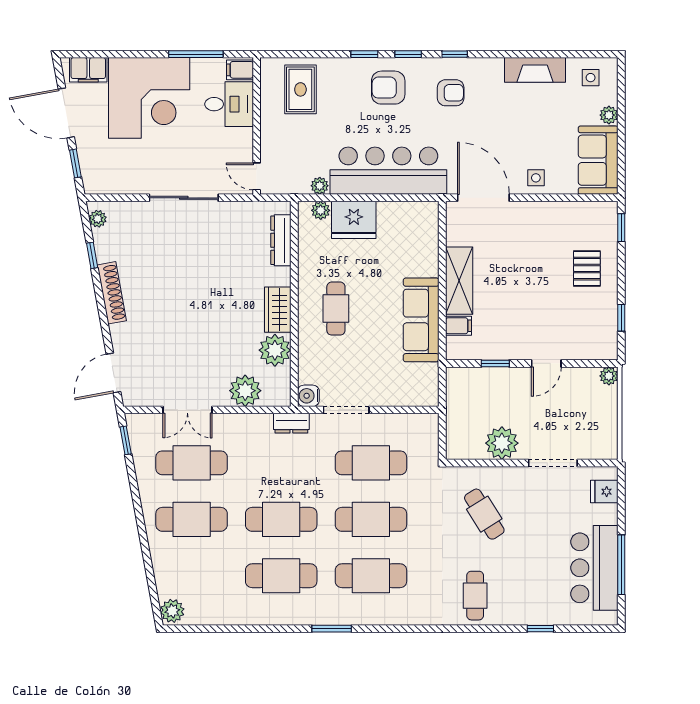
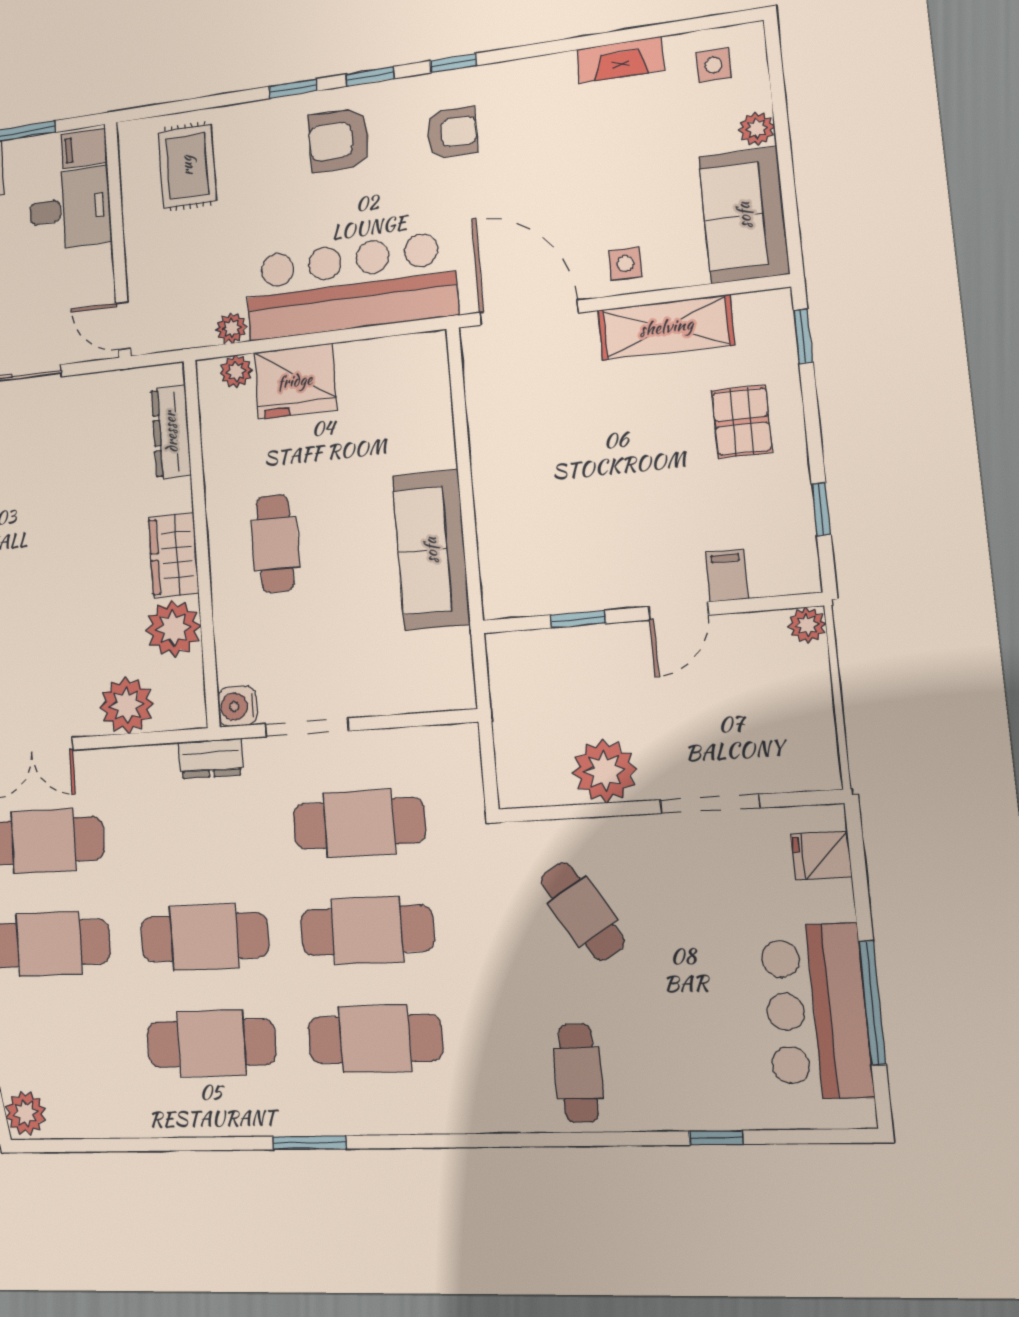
fireplace: (535, 70) -> (620, 60), width x0.73, depth x0.76
shelving: (459, 281) -> (666, 327), moved, turned 90
filing cabinet: (458, 326) -> (727, 575), moved, turned -90

